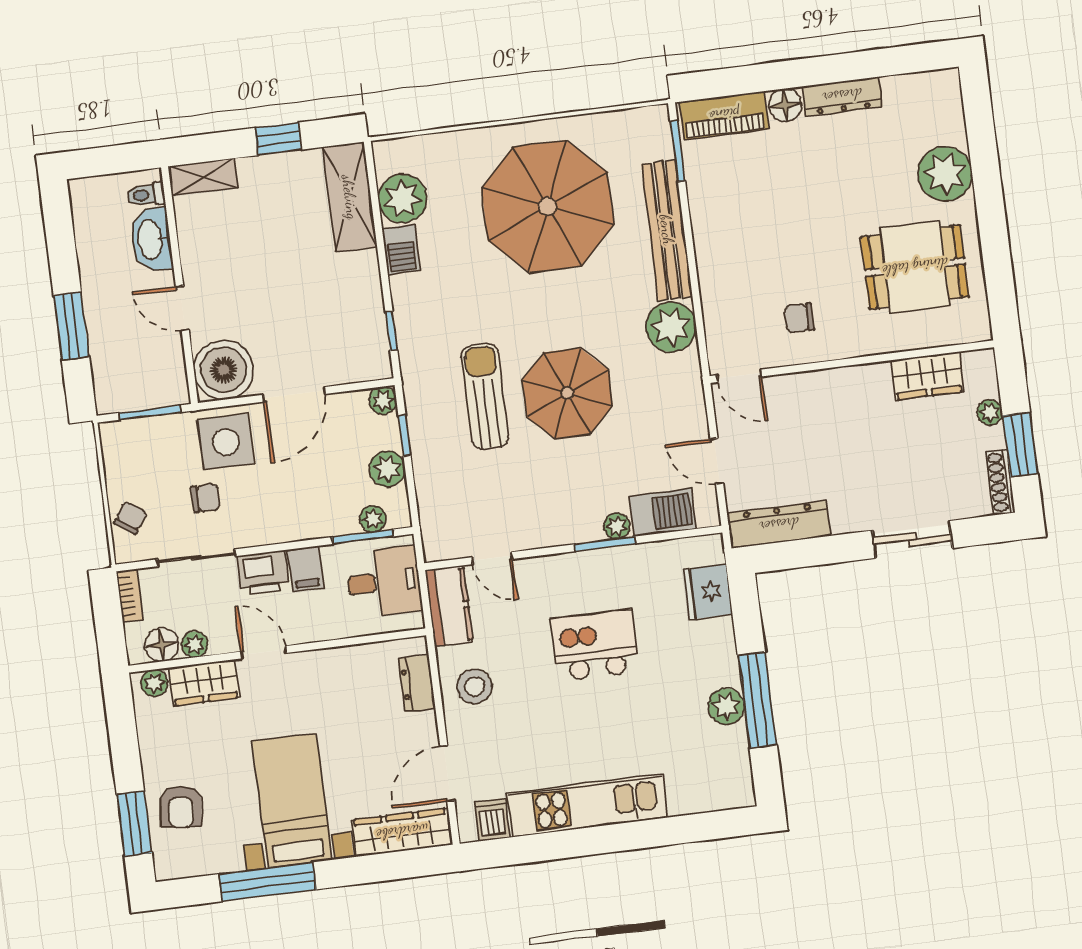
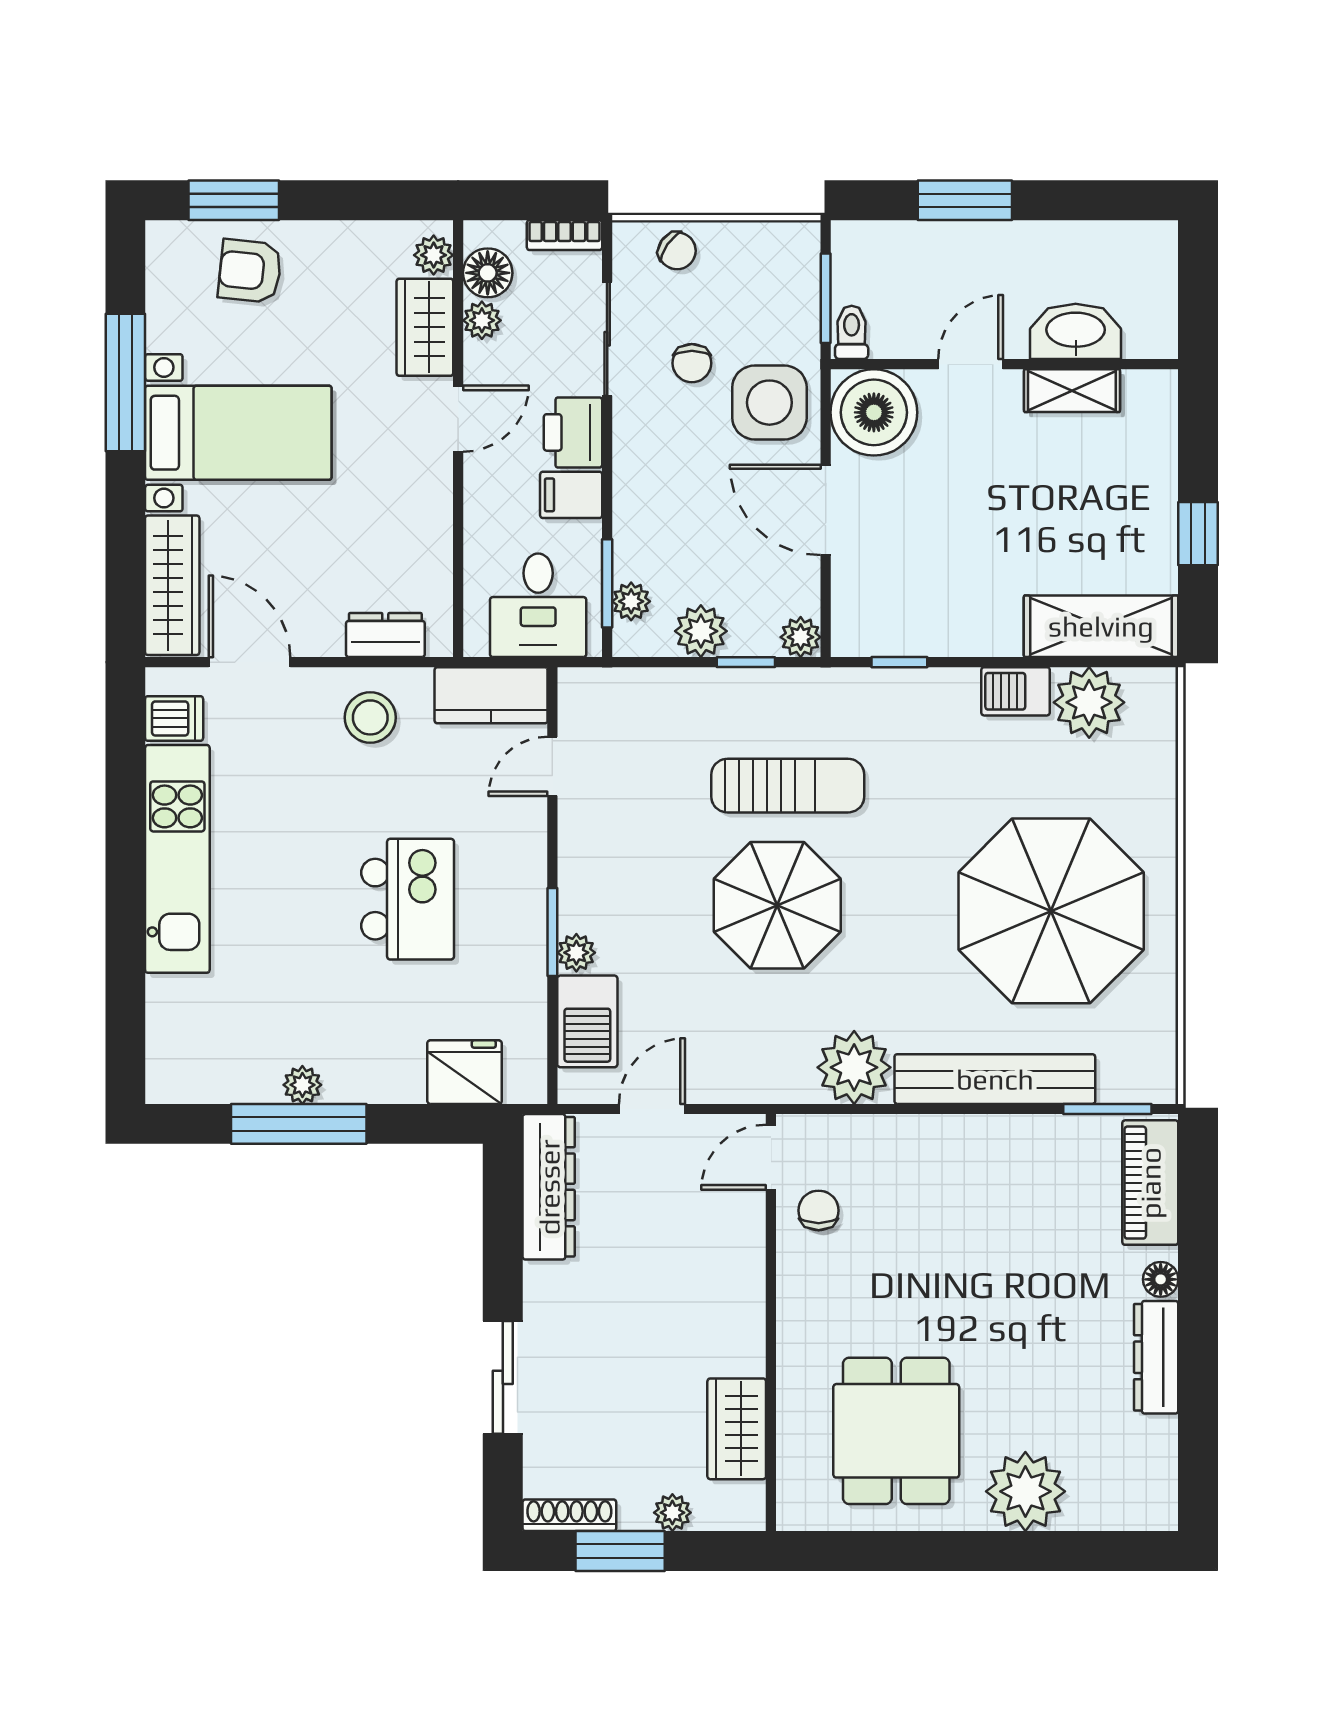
floor lamp: (785, 105) -> (1161, 1279), width x0.73, depth x0.73
shelving: (204, 177) -> (1072, 391), moved, turned 90
toilet: (146, 195) -> (852, 332), moved
chair: (799, 318) -> (819, 1210), moved
plant: (726, 706) -> (302, 1085), width x0.73, depth x0.73

